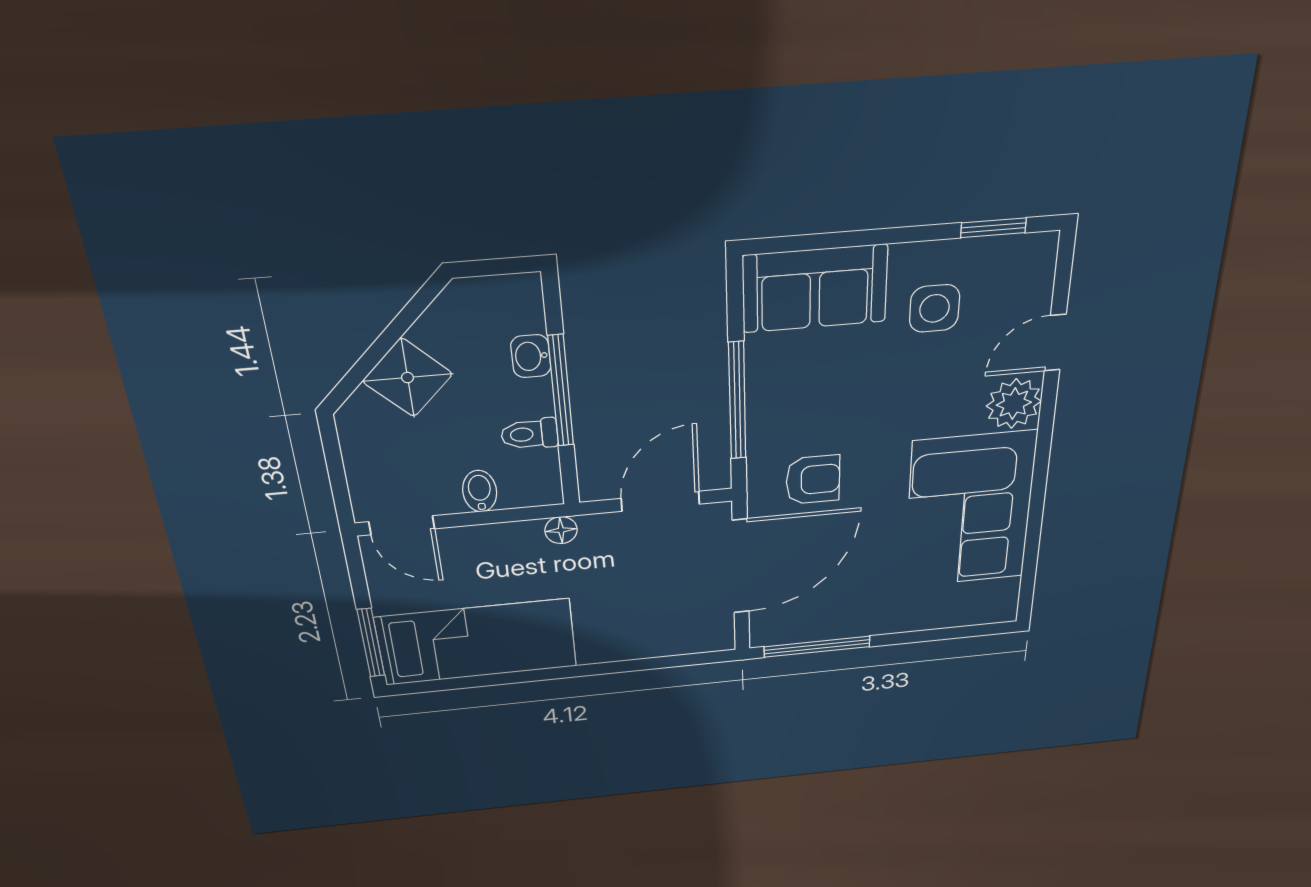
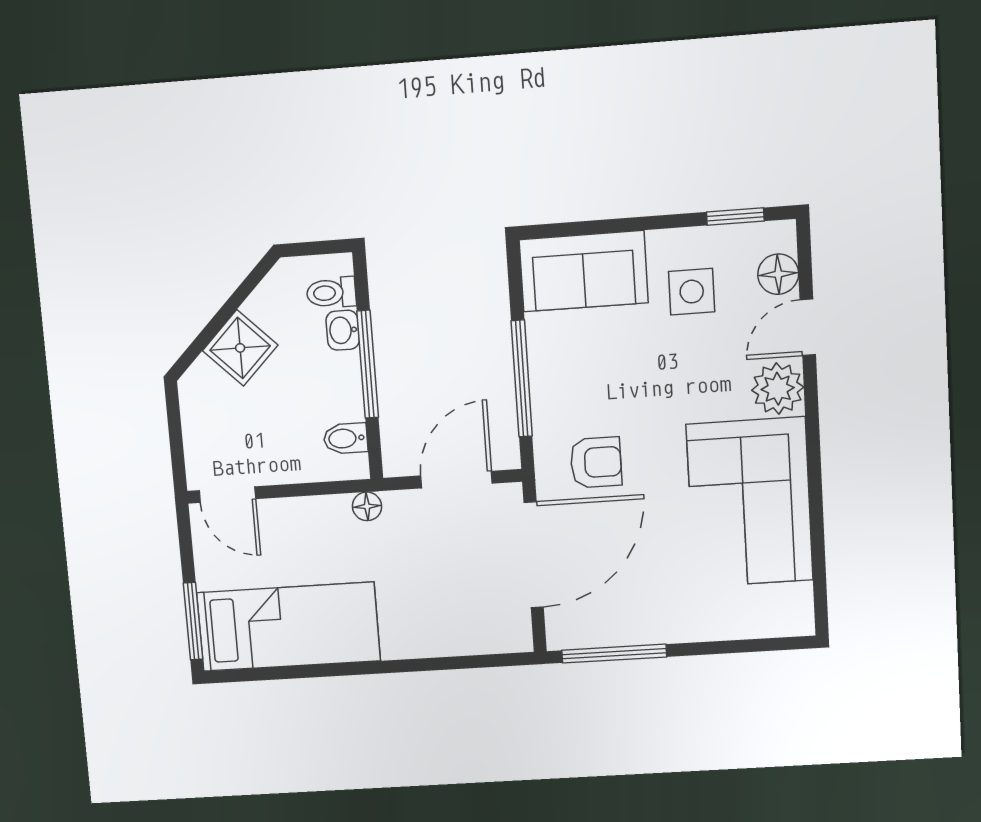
floor lamp: (1032, 289) -> (778, 274), added
toilet: (529, 434) -> (331, 293), moved
bidet: (480, 491) -> (345, 438), moved, turned -90

